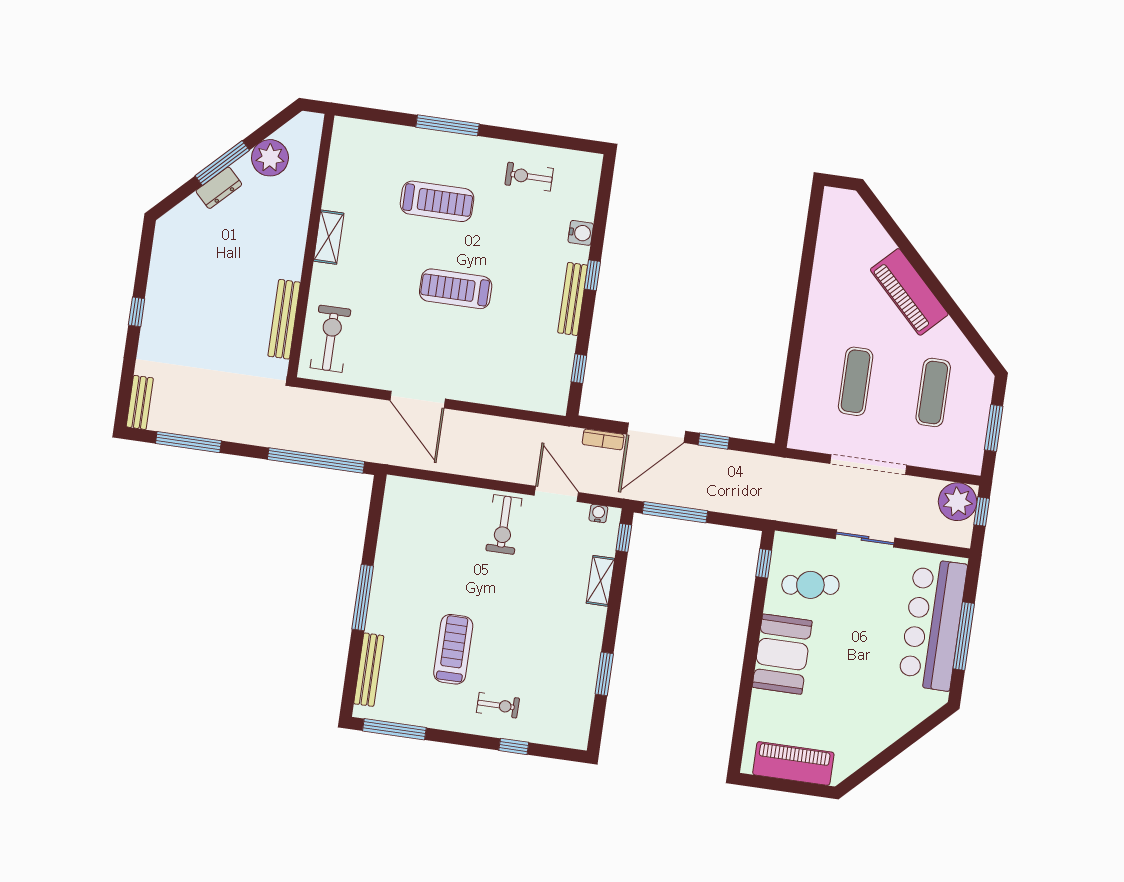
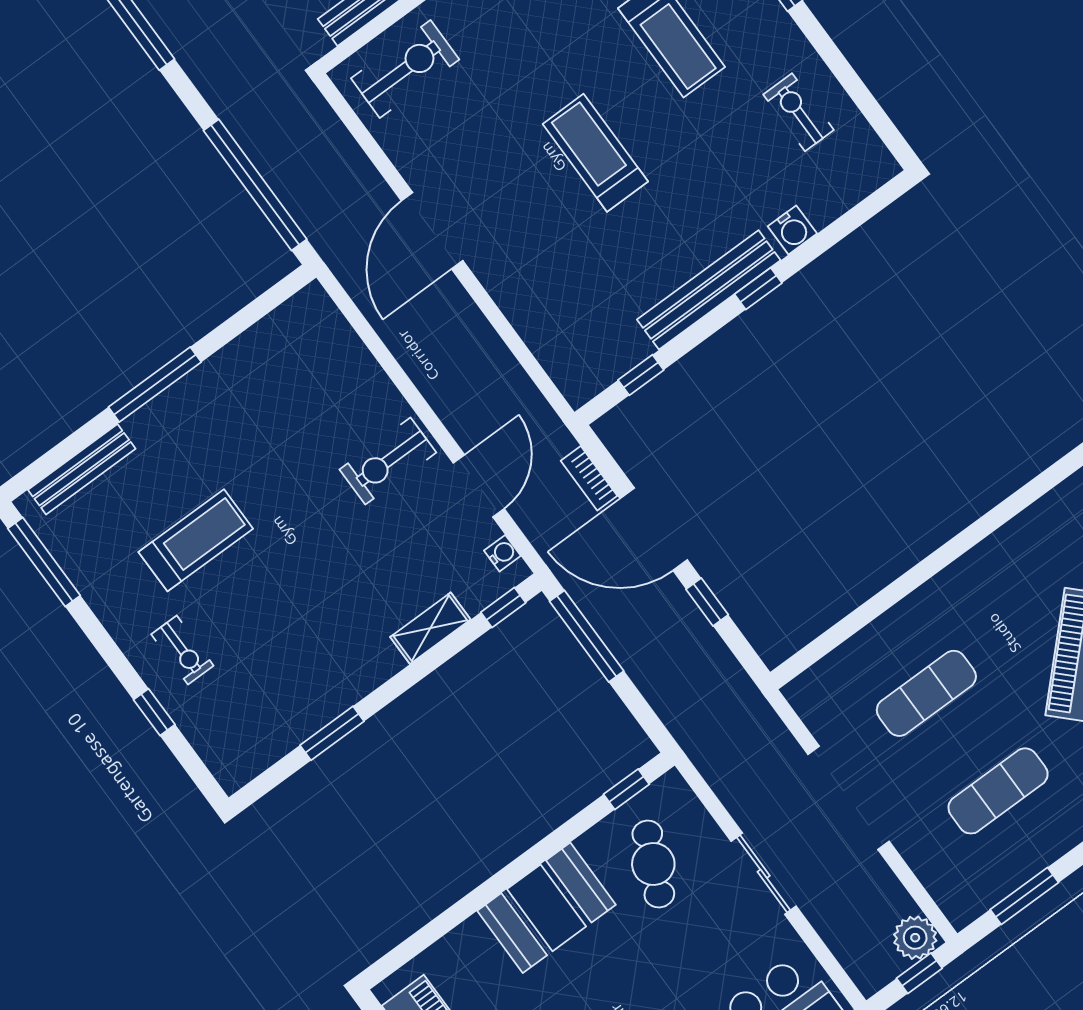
bench: (573, 299) -> (709, 290), width x1.37, depth x1.21
plant: (958, 502) -> (915, 938), width x0.73, depth x0.73
cafe table: (810, 585) -> (653, 864), turned 33

